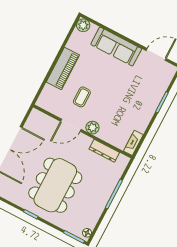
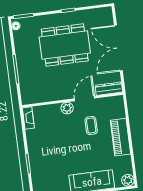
dresser: (104, 151) -> (109, 89), moved
dining table: (55, 185) -> (65, 45), turned 90

